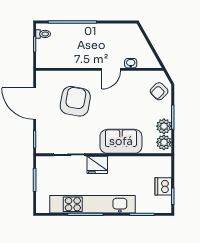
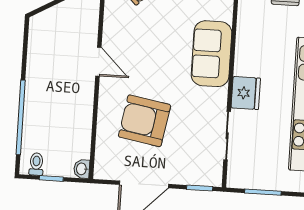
washbasin: (131, 63) -> (82, 169), moved

